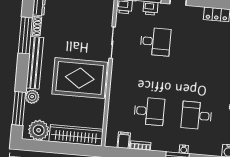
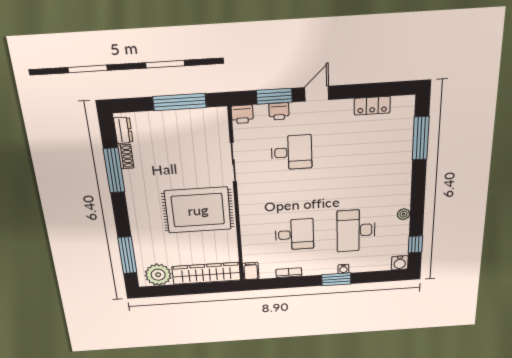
bench: (35, 63) -> (135, 201), removed
plant: (32, 97) -> (141, 240), removed
desk: (197, 115) -> (356, 230), width x1.37
filing cabinet: (124, 140) -> (251, 271), moved

